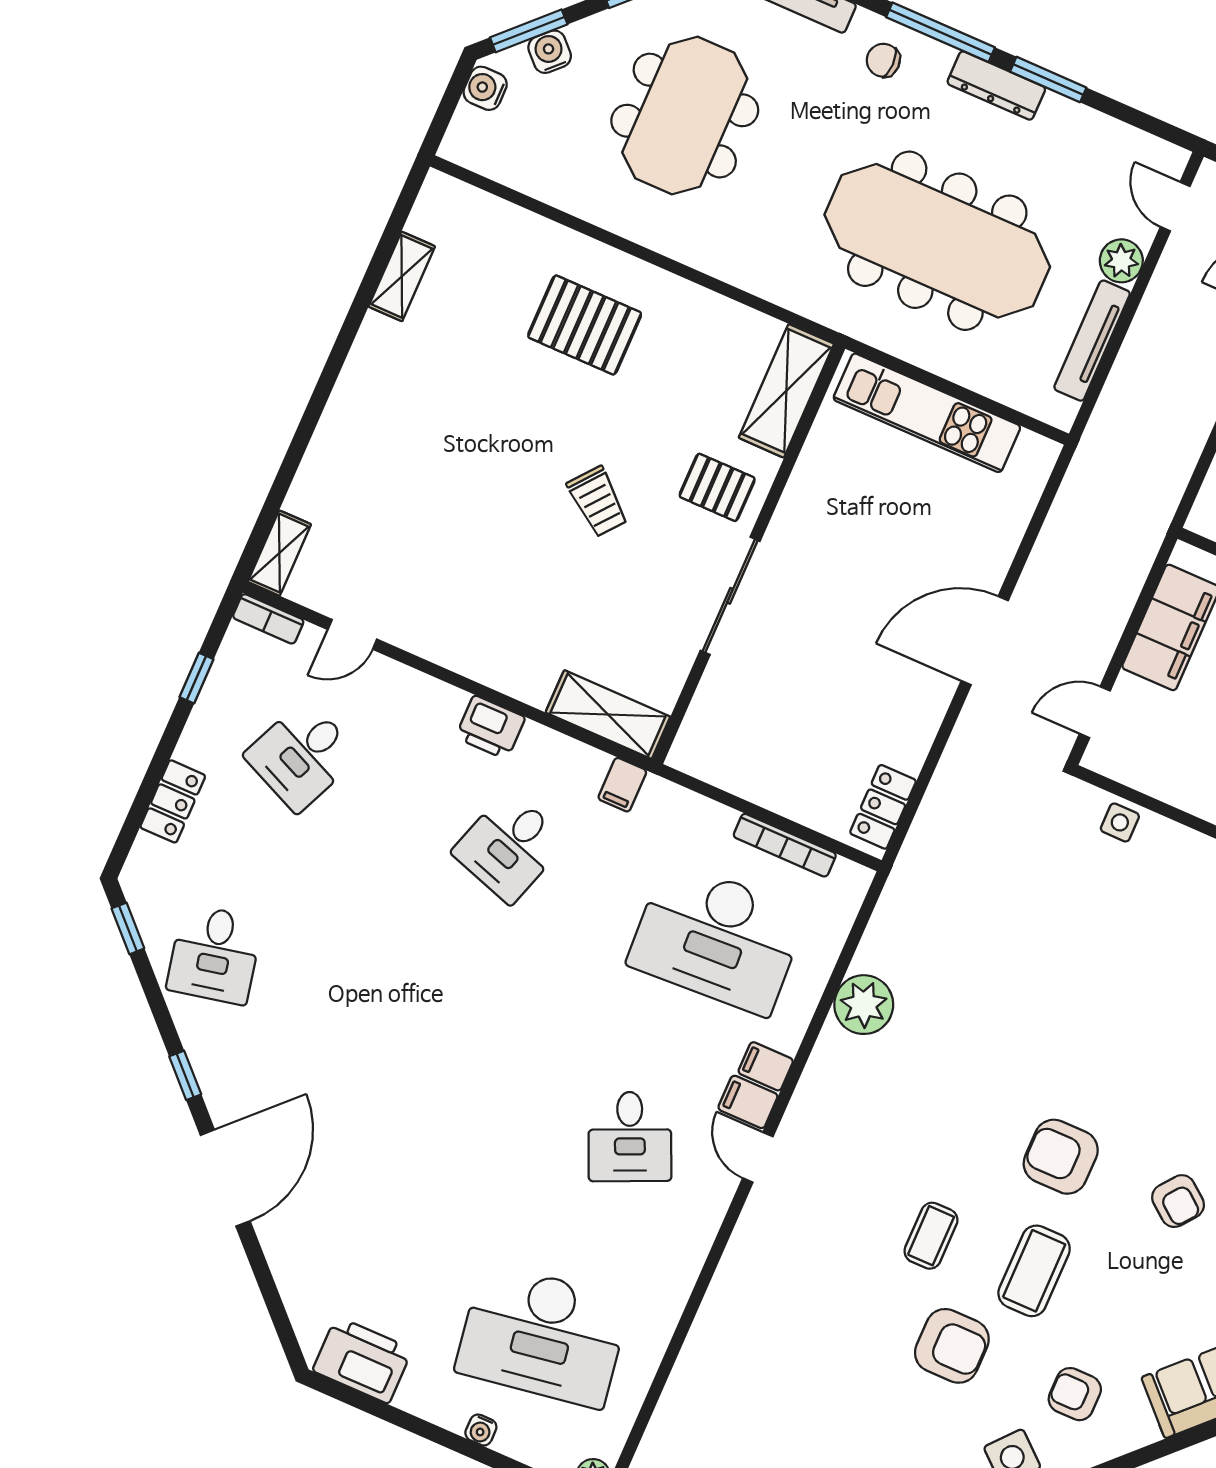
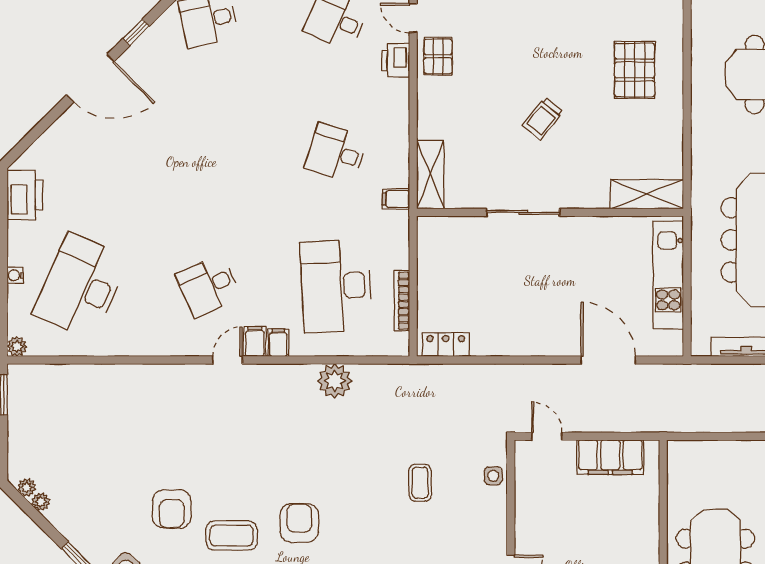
pallet: (717, 487) -> (438, 56), moved
door: (985, 641) -> (608, 360), moved
printer: (490, 727) -> (396, 60), moved
coffee table: (931, 1236) -> (420, 483), moved, turned 90
desk: (543, 1335) -> (81, 286), turned 33

